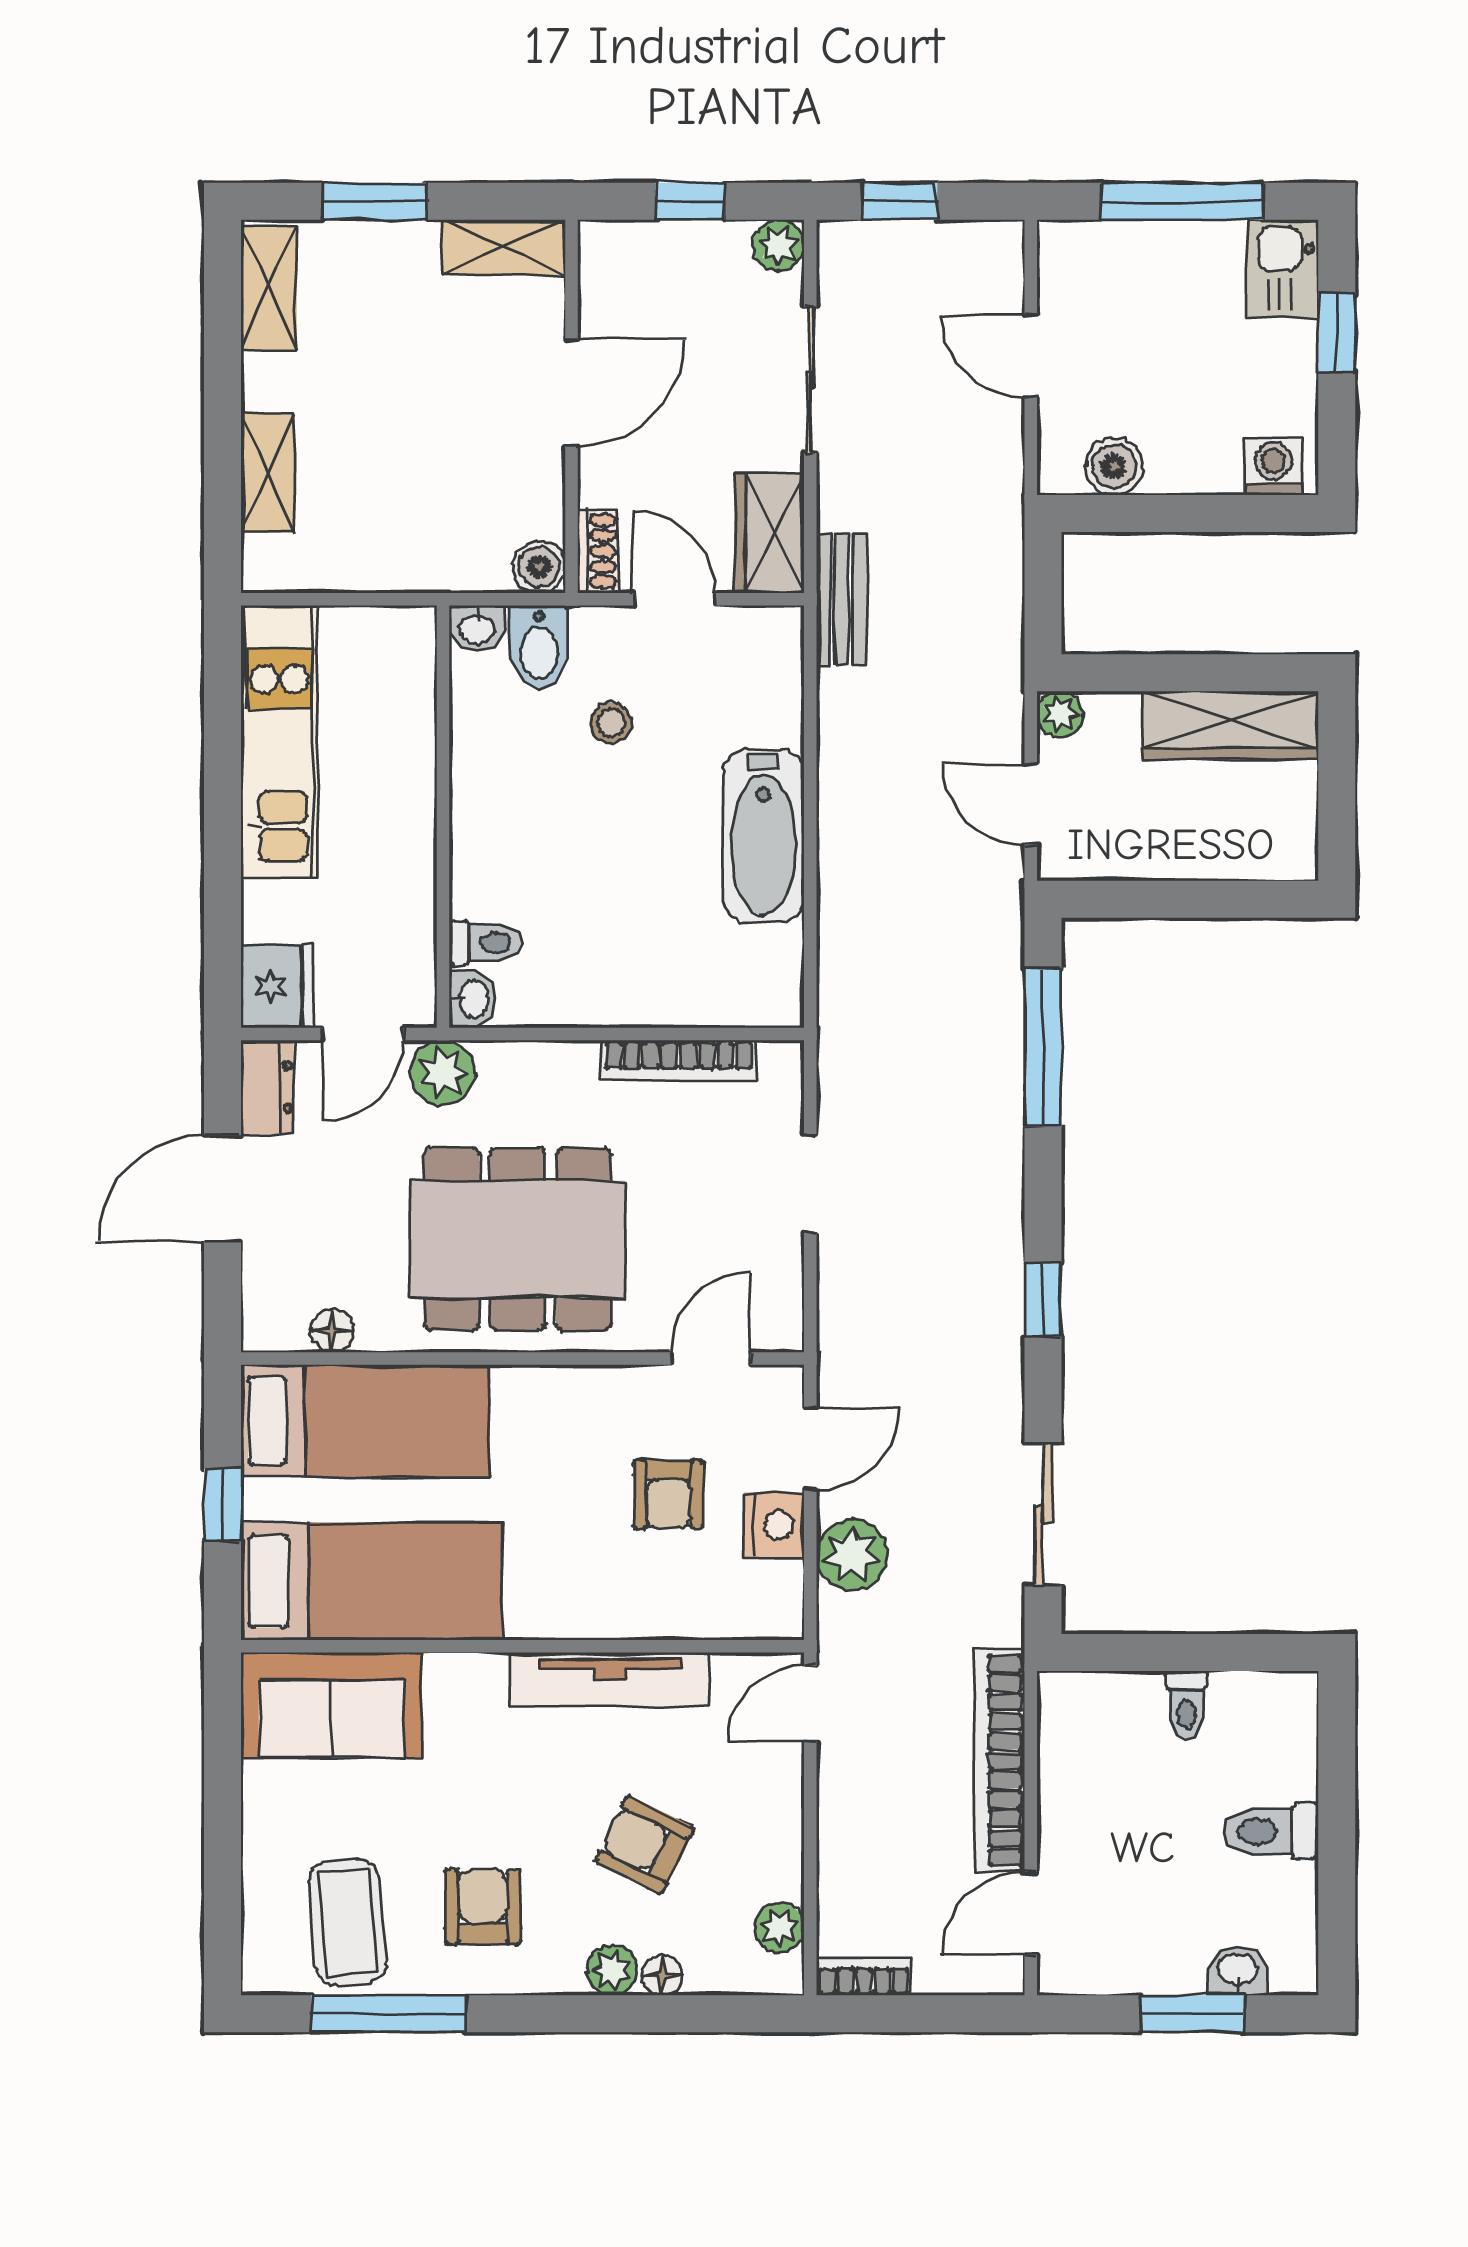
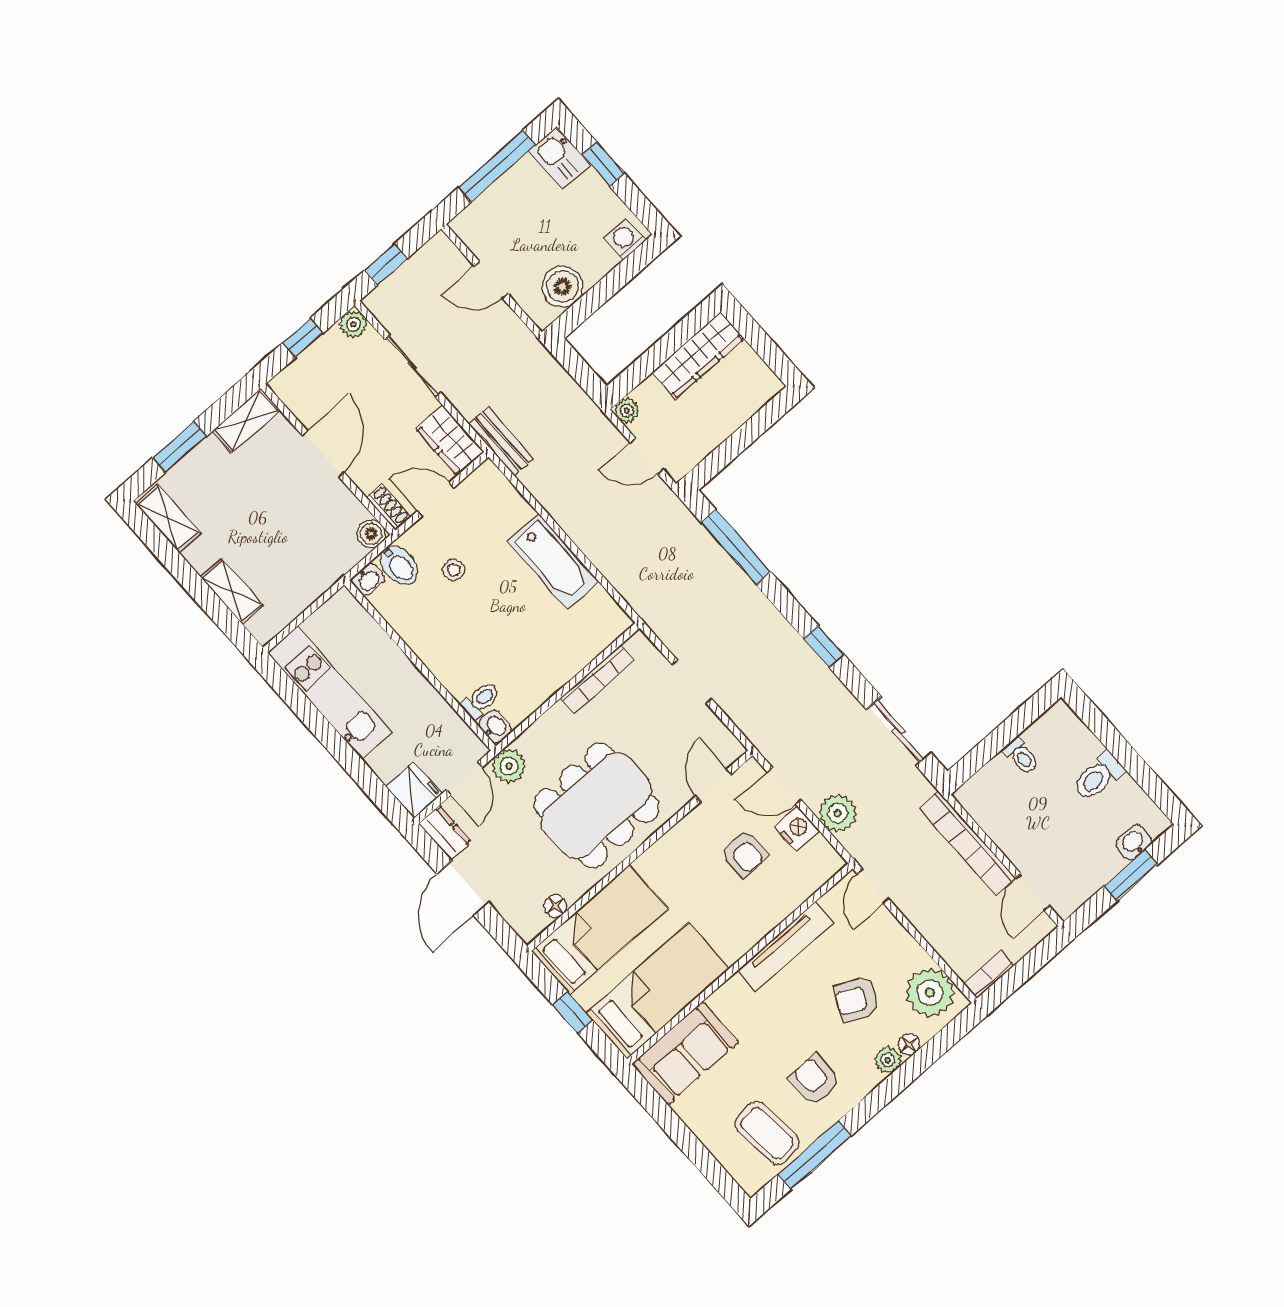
boiler: (1114, 466) -> (563, 287), width x1.36, depth x1.36
door: (810, 1448) -> (784, 786), swing flipped
plant: (779, 1928) -> (930, 993), width x1.88, depth x1.88

